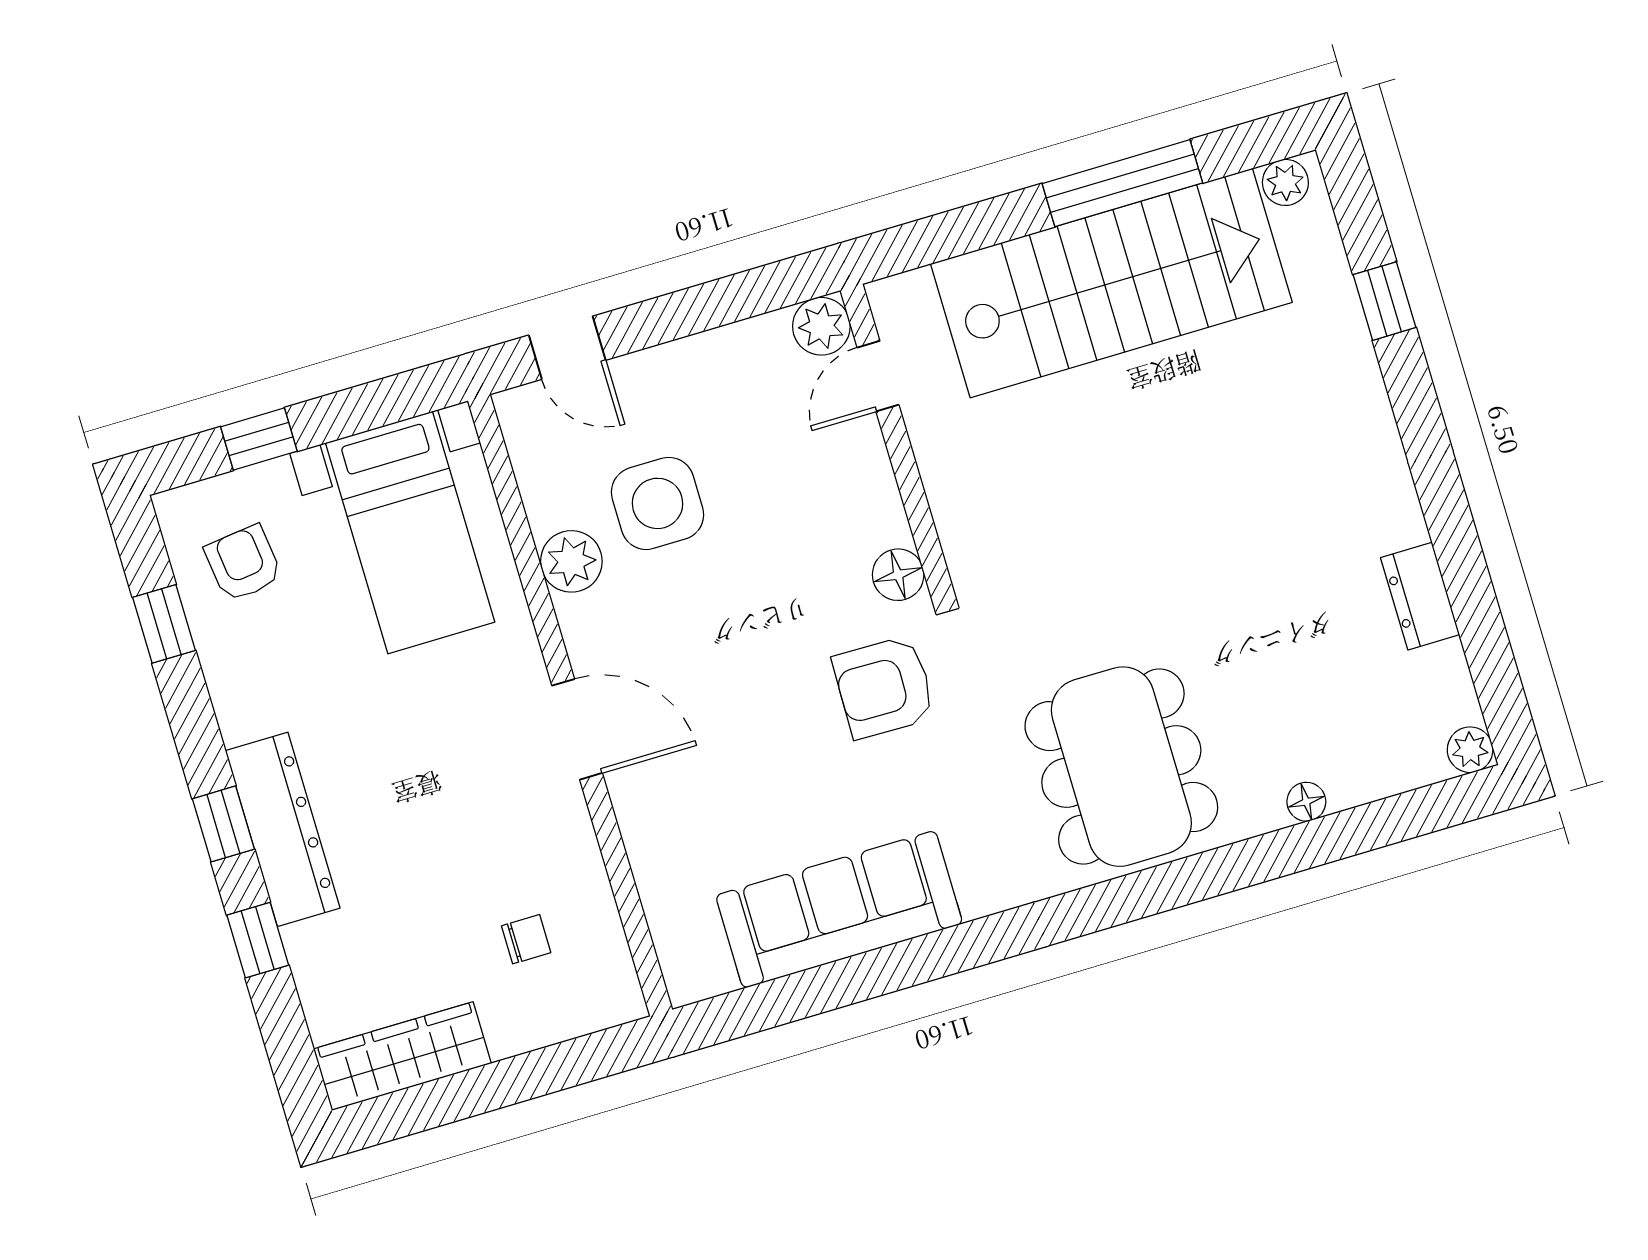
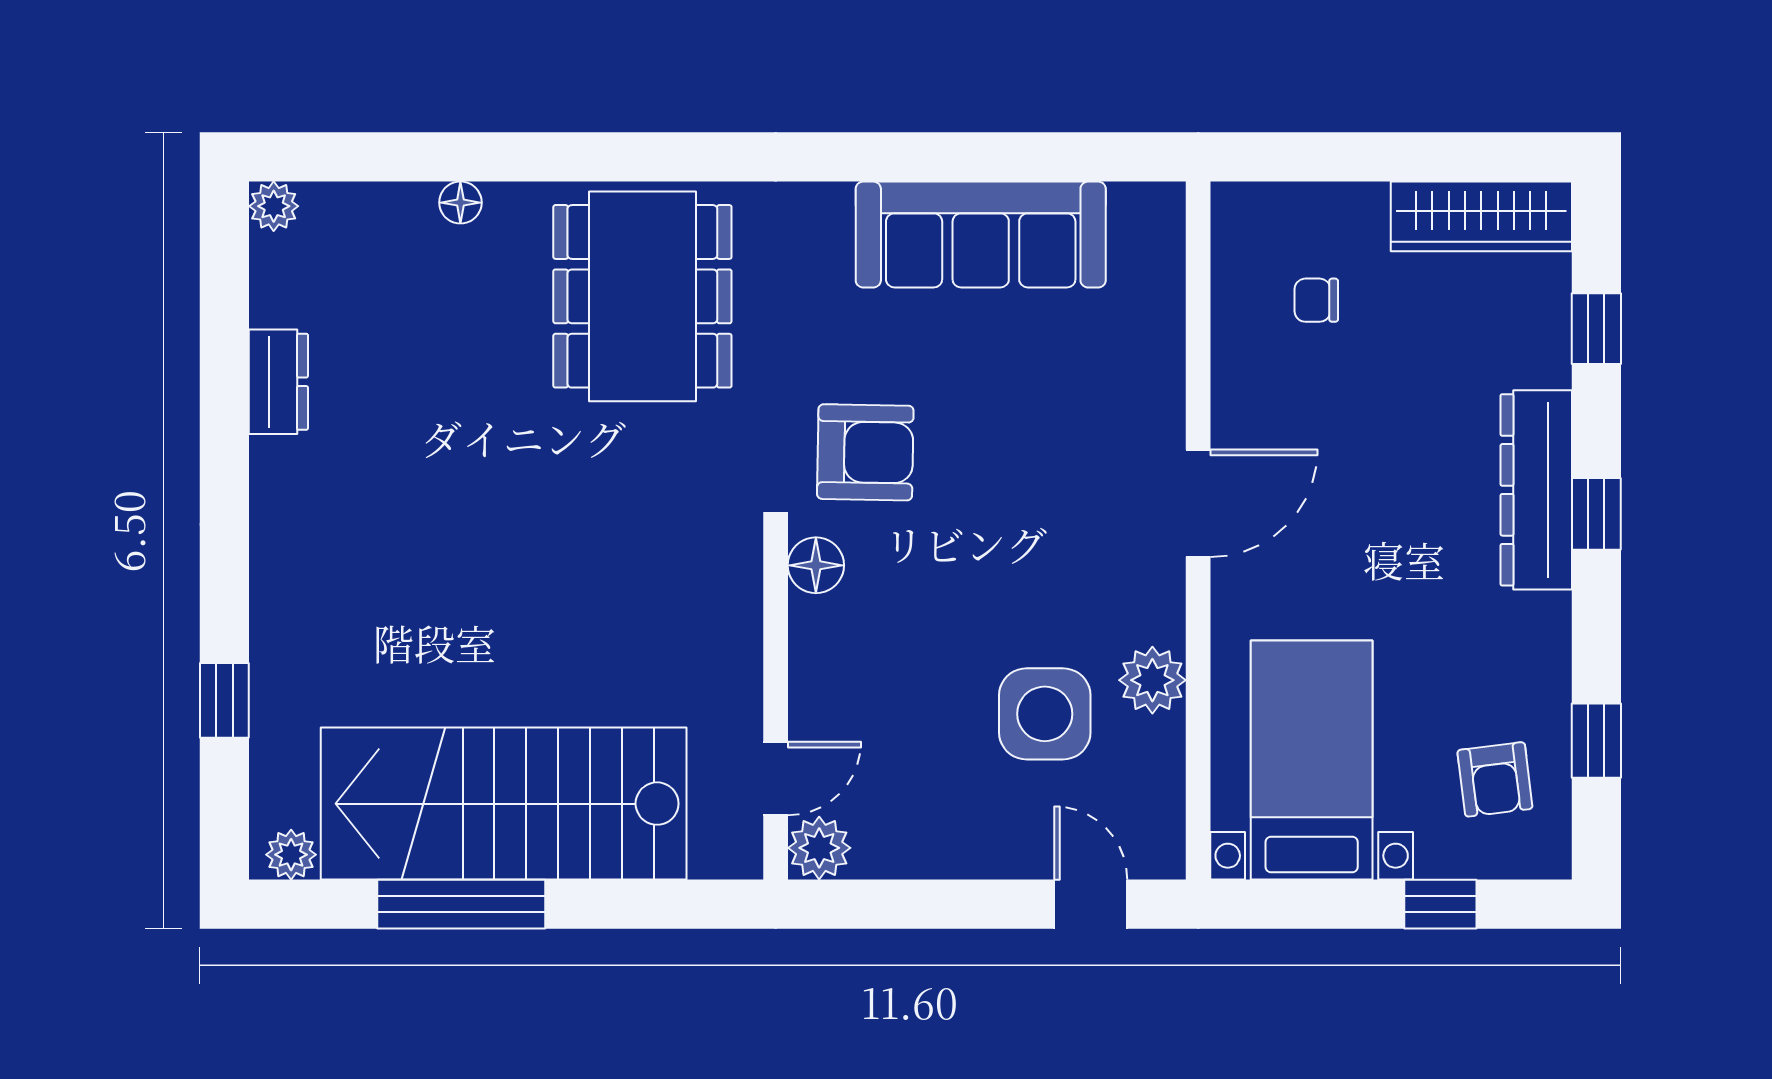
door: (577, 729) -> (1198, 503), swing flipped
window: (258, 940) -> (1596, 329), moved

